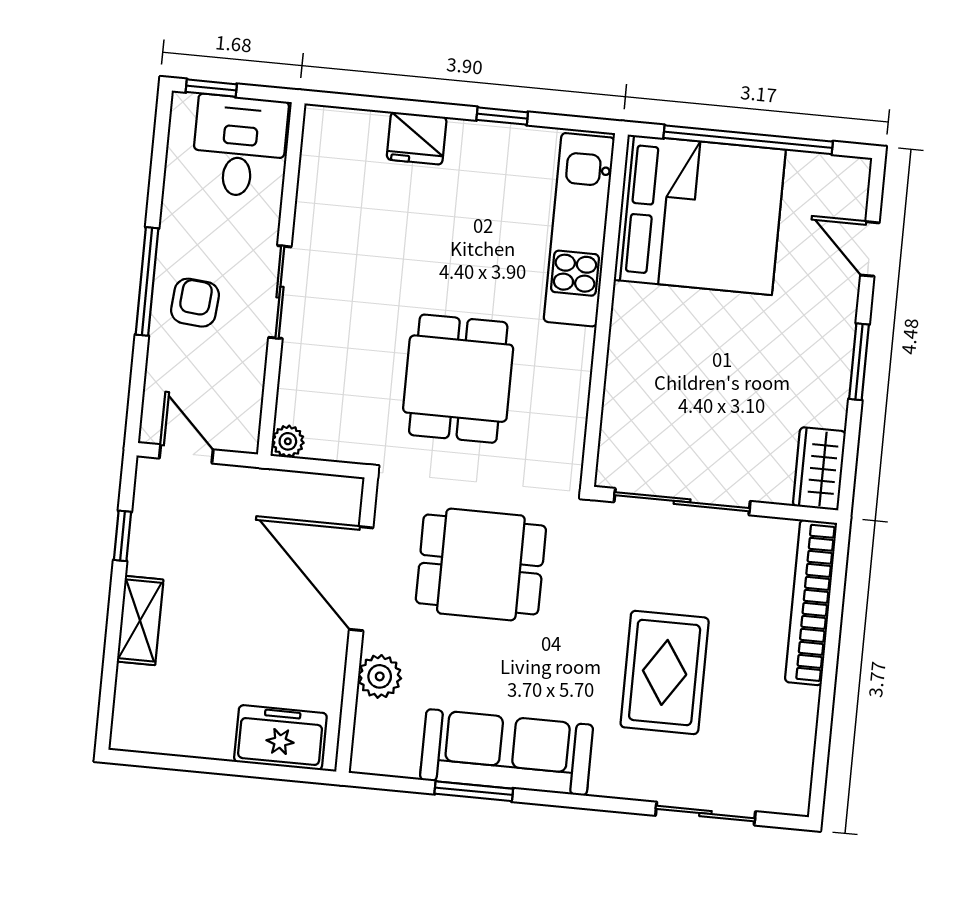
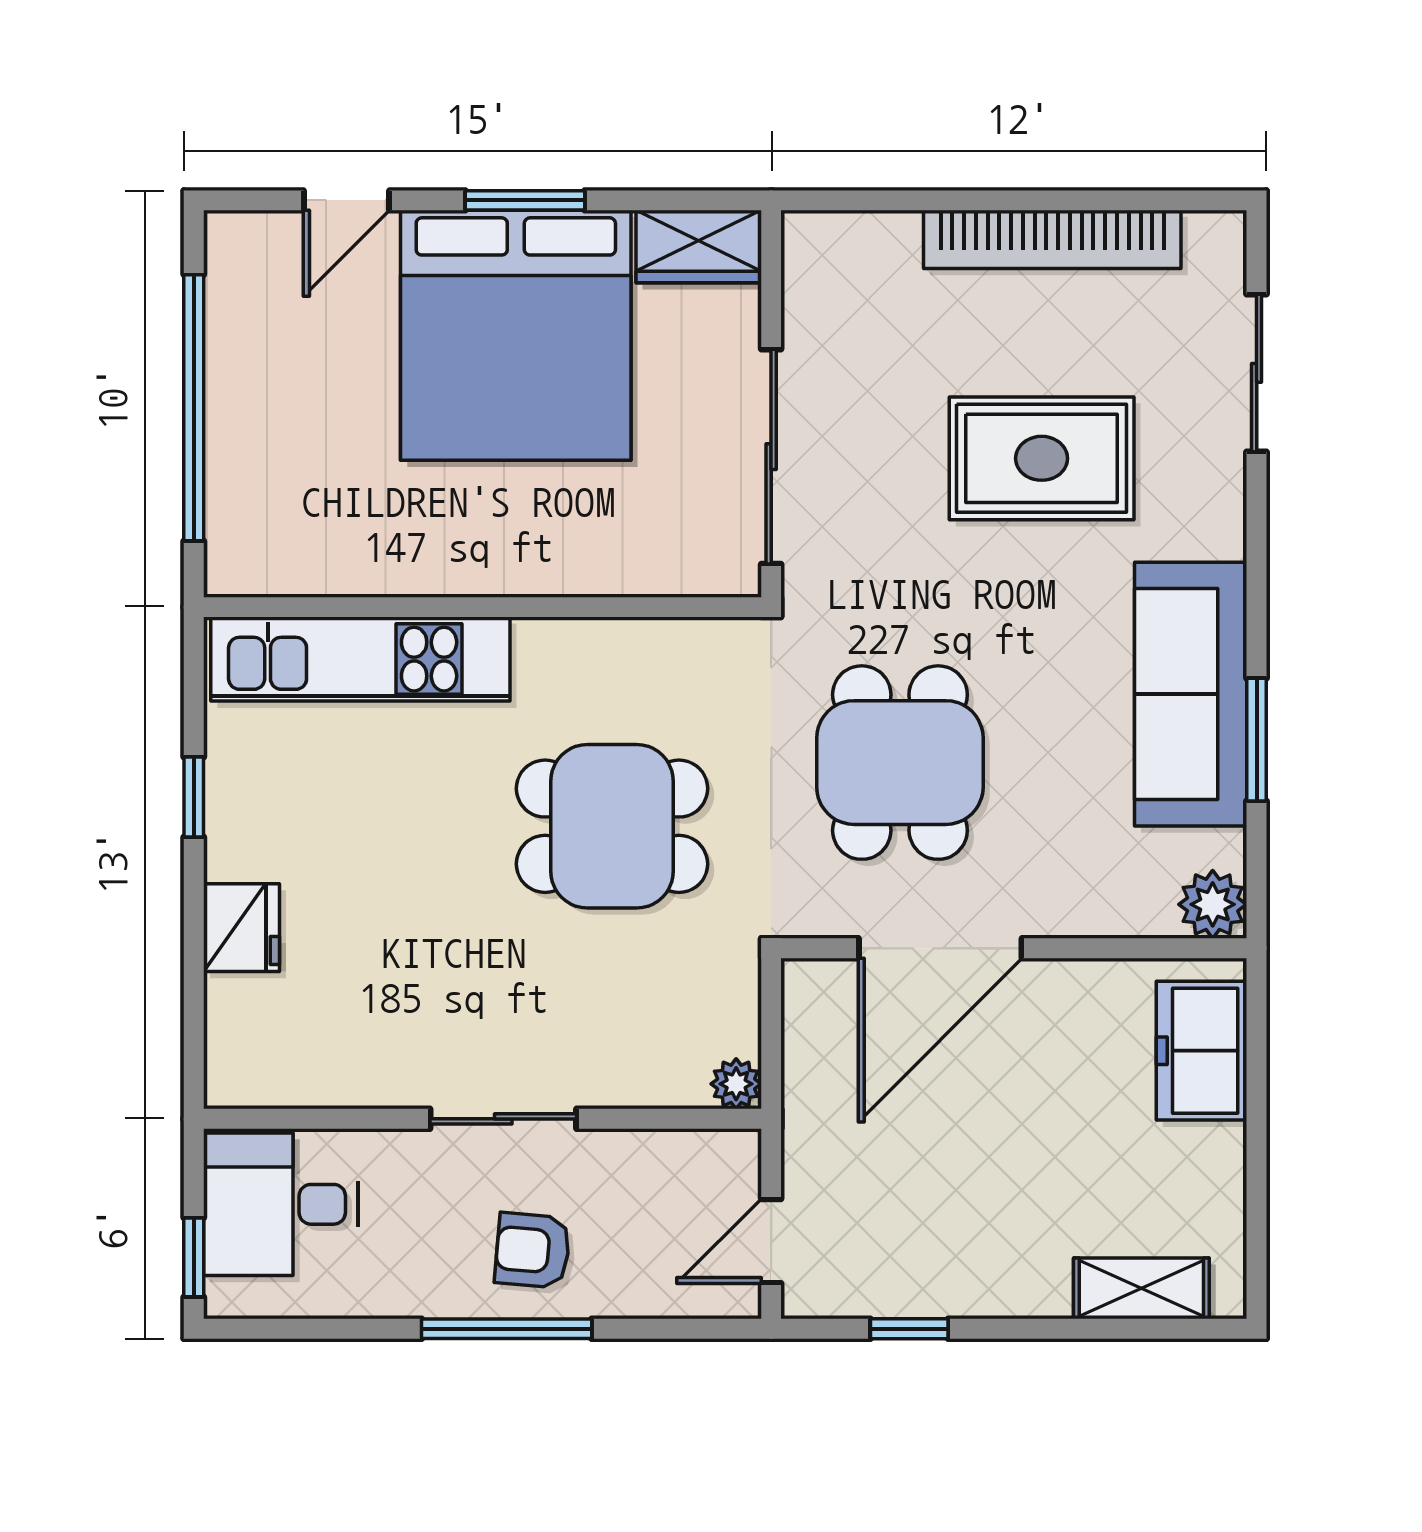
bed: (700, 215) -> (516, 335), moved, turned 180
bookcase: (811, 602) -> (1052, 239), moved
shelving: (140, 621) -> (1141, 1288), moved
plant: (380, 676) -> (1213, 904), moved

